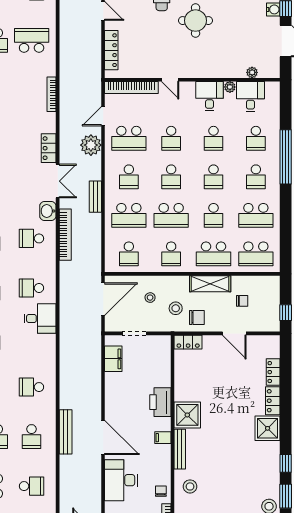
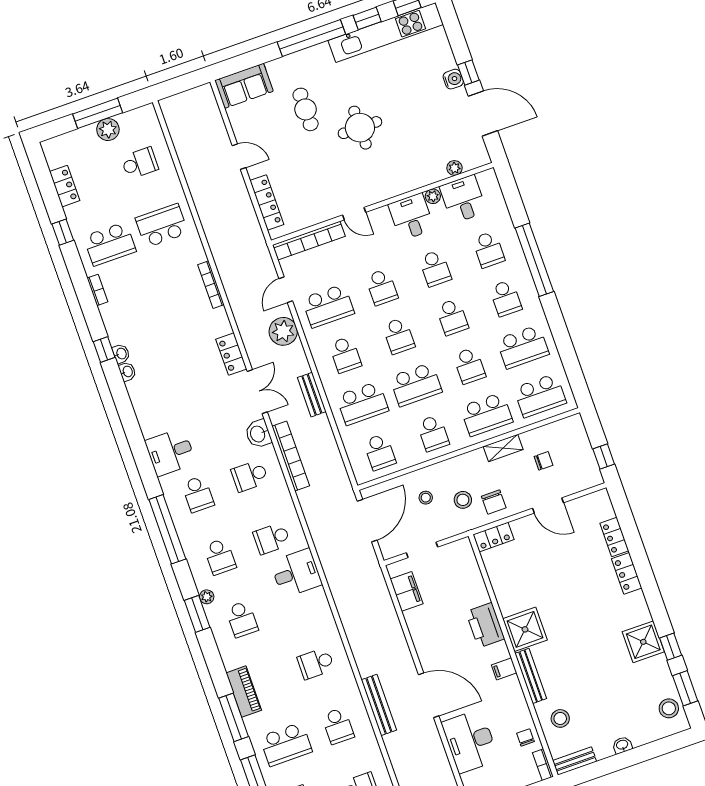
shelving: (210, 284) -> (503, 448), width x0.67, depth x0.75
chair: (197, 317) -> (494, 502), turned 90
shower: (268, 428) -> (643, 642), moved

